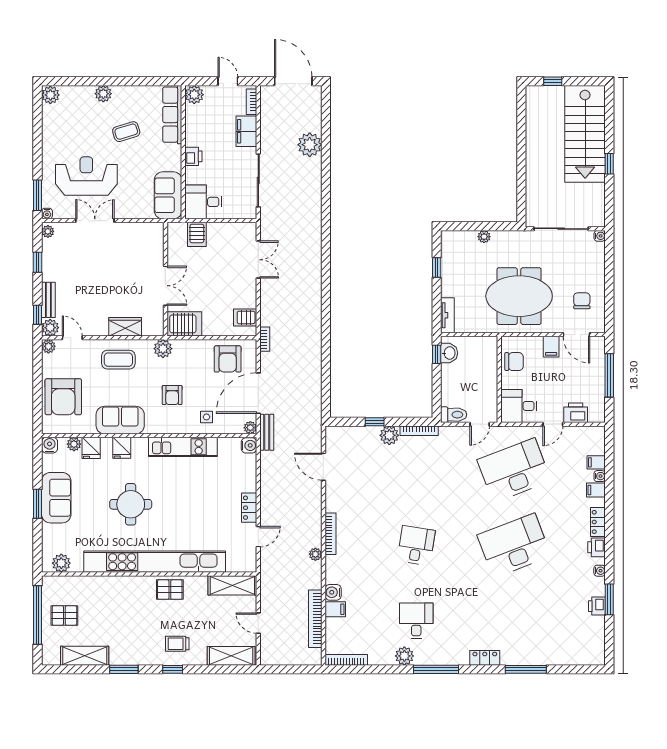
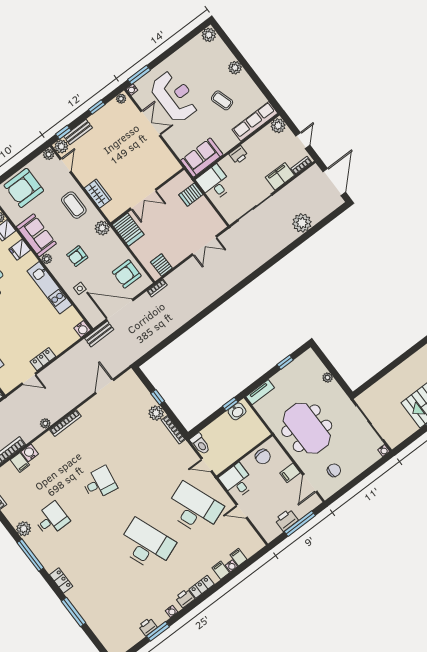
printer: (576, 413) -> (286, 520), moved, turned -90
plant: (250, 428) -> (47, 259), moved

